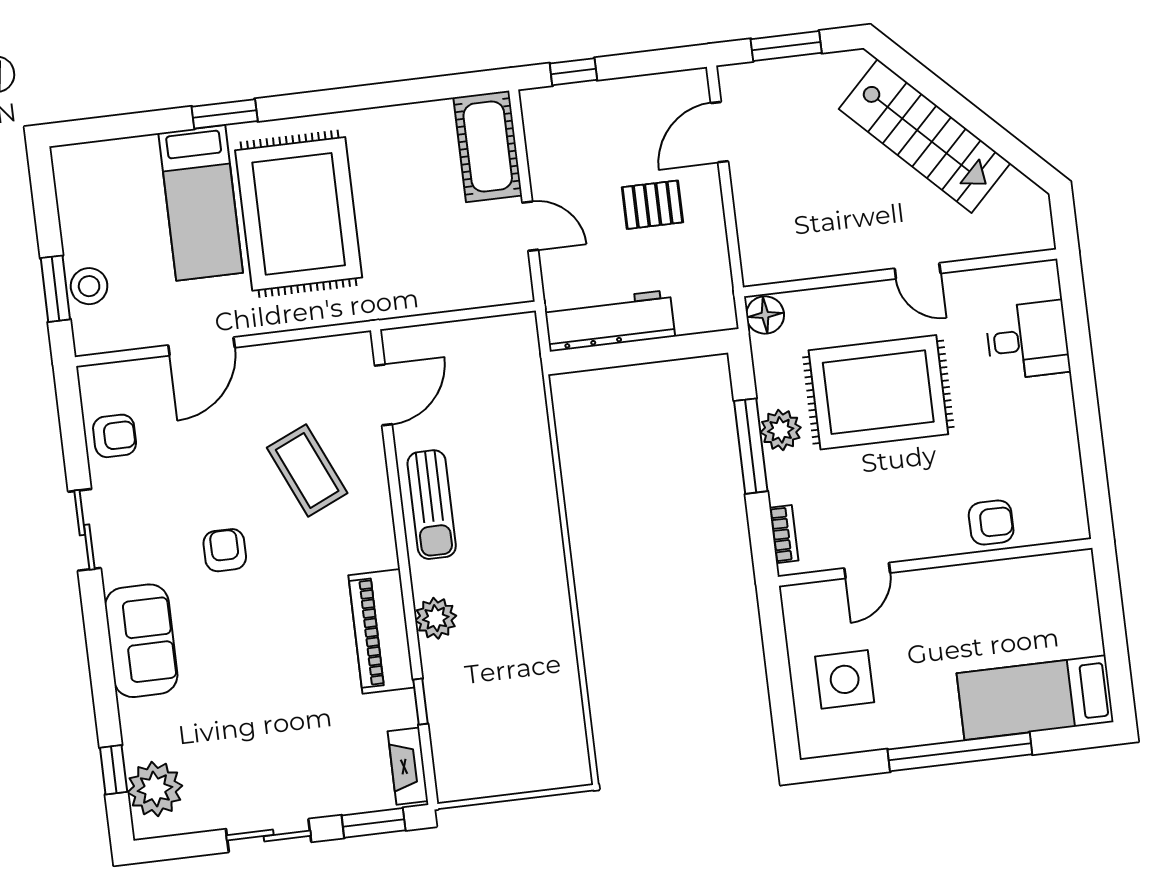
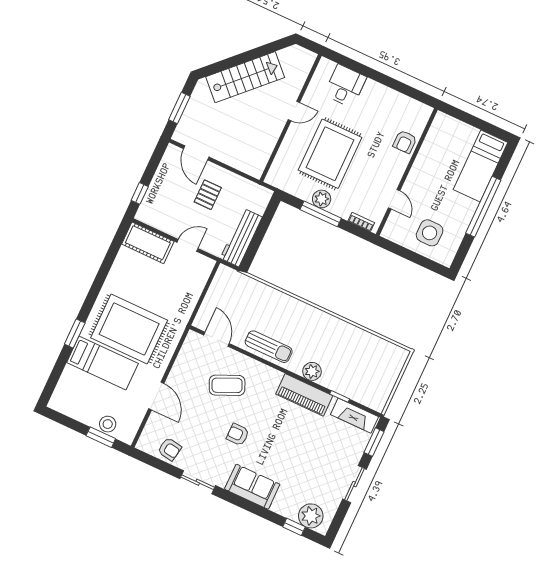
floor lamp: (765, 315) -> (275, 178), removed
armchair: (115, 436) -> (170, 449), turned 99
armchair: (991, 522) -> (405, 142), turned 180
fireplace: (408, 766) -> (354, 416), width x1.37, depth x1.32

